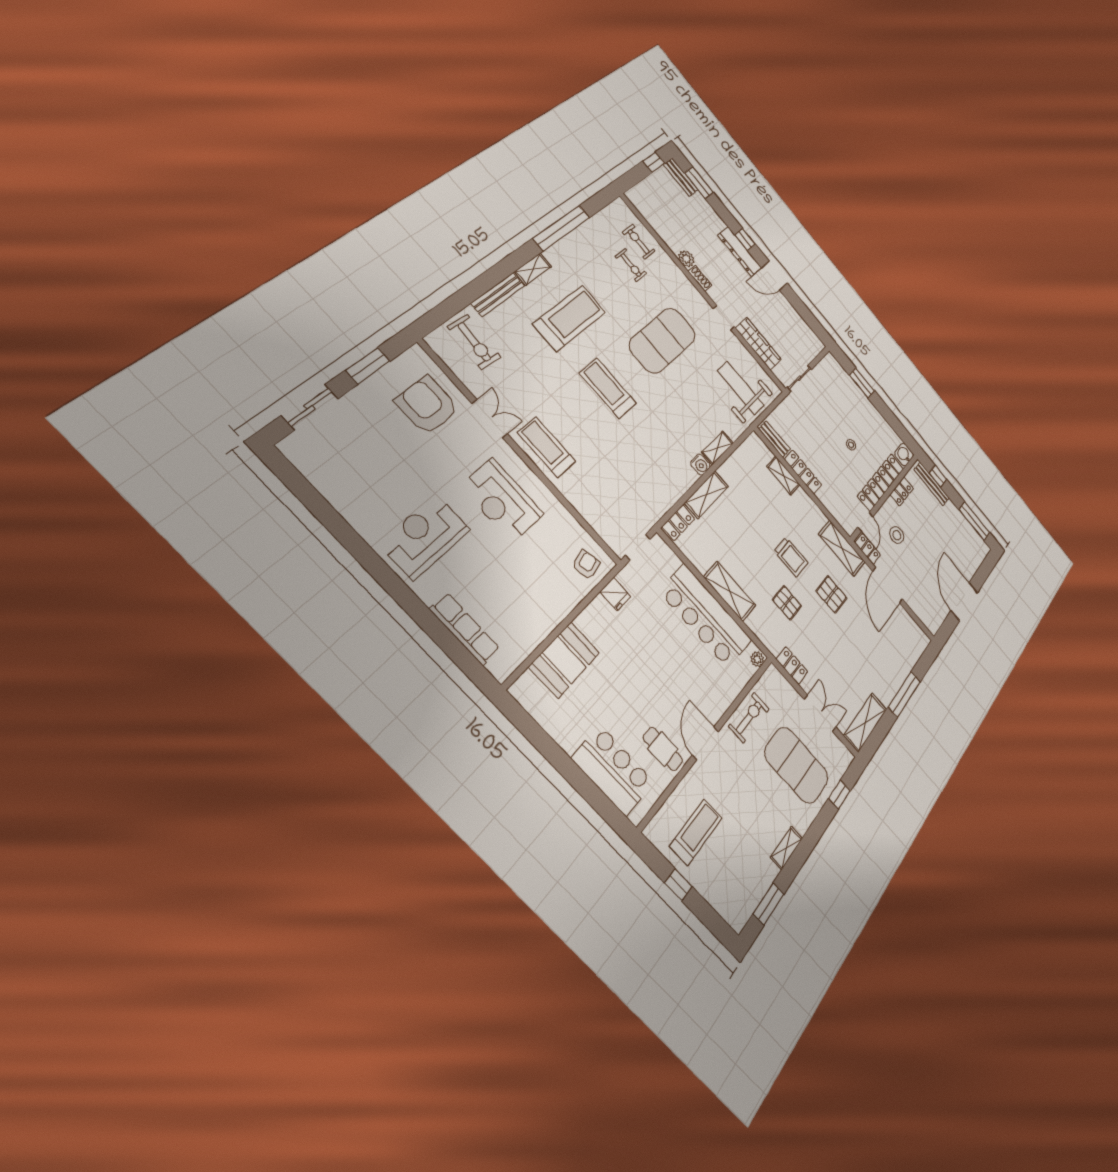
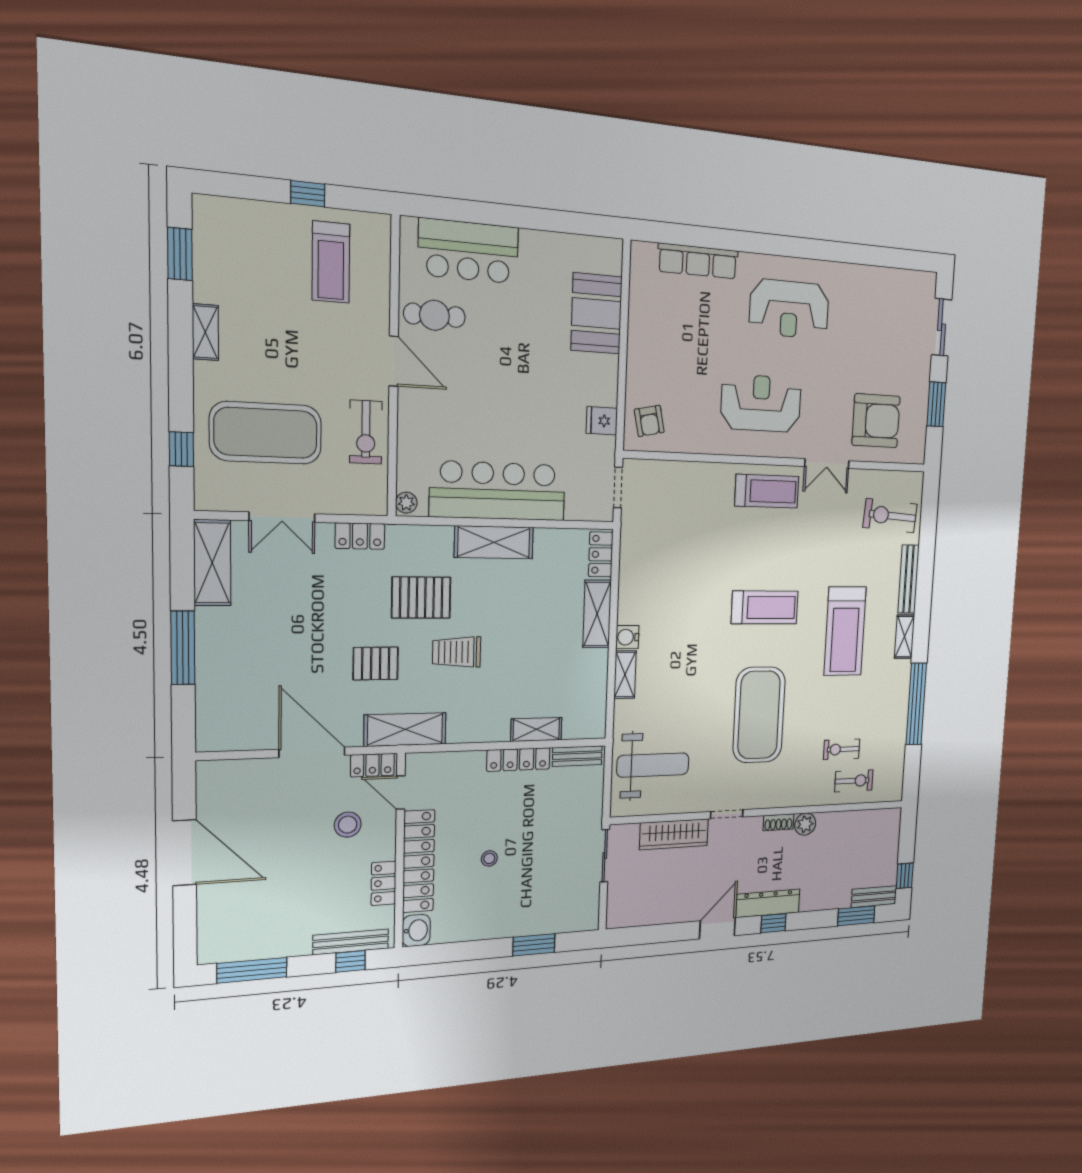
reception desk: (425, 536) -> (789, 309), turned 90
pallet: (787, 603) -> (421, 598), width x1.50, depth x1.42

